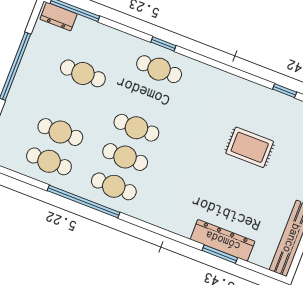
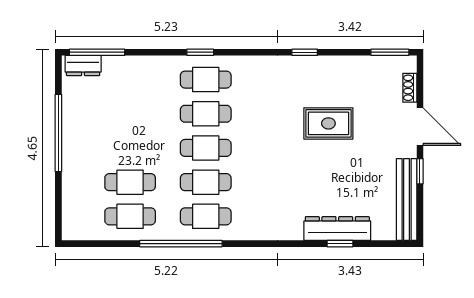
cafe table: (83, 73) -> (206, 114), moved
window: (285, 91) -> (305, 52), moved
window: (220, 254) -> (340, 244), width x0.67

